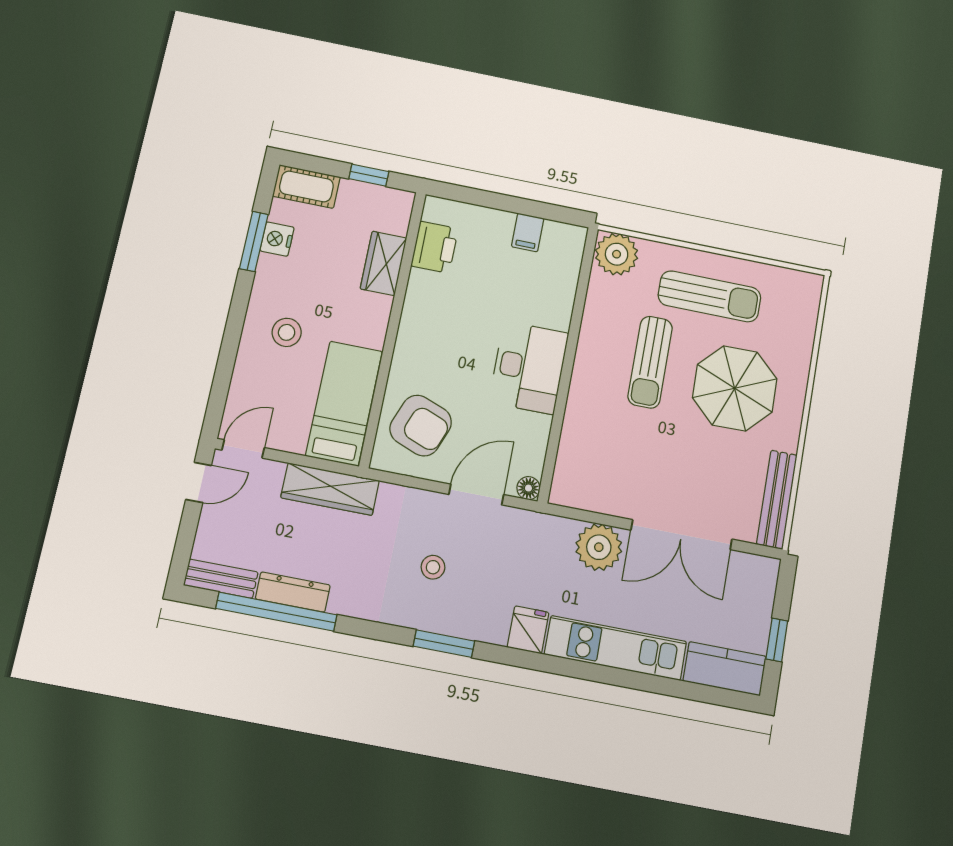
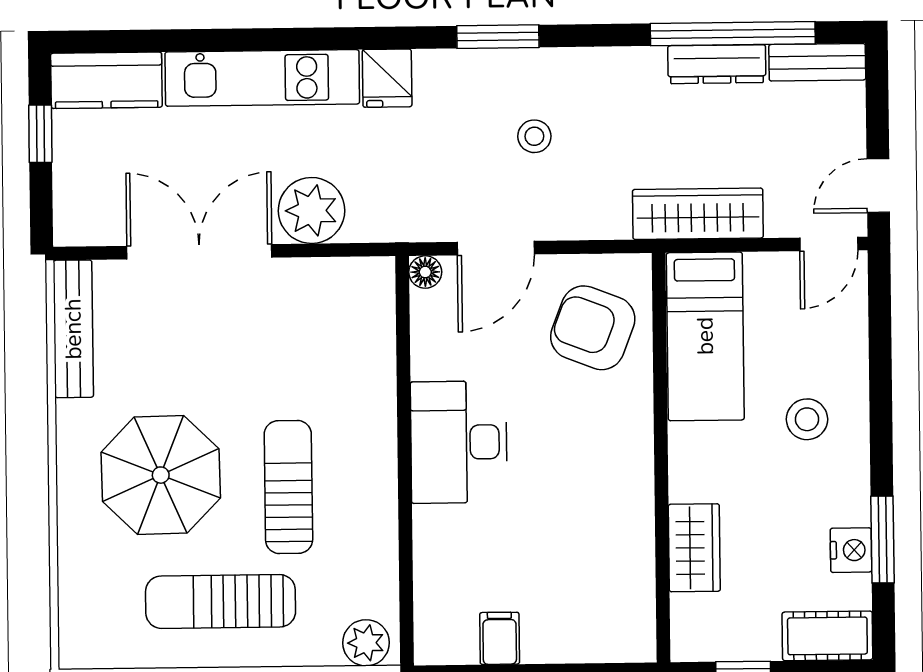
printer: (435, 247) -> (627, 587), removed
plant: (617, 254) -> (366, 643), width x0.73, depth x0.73

